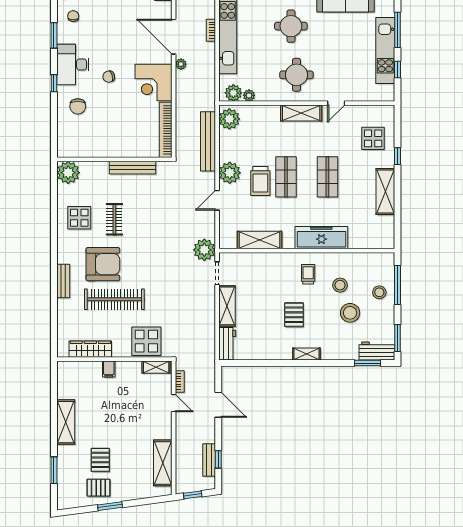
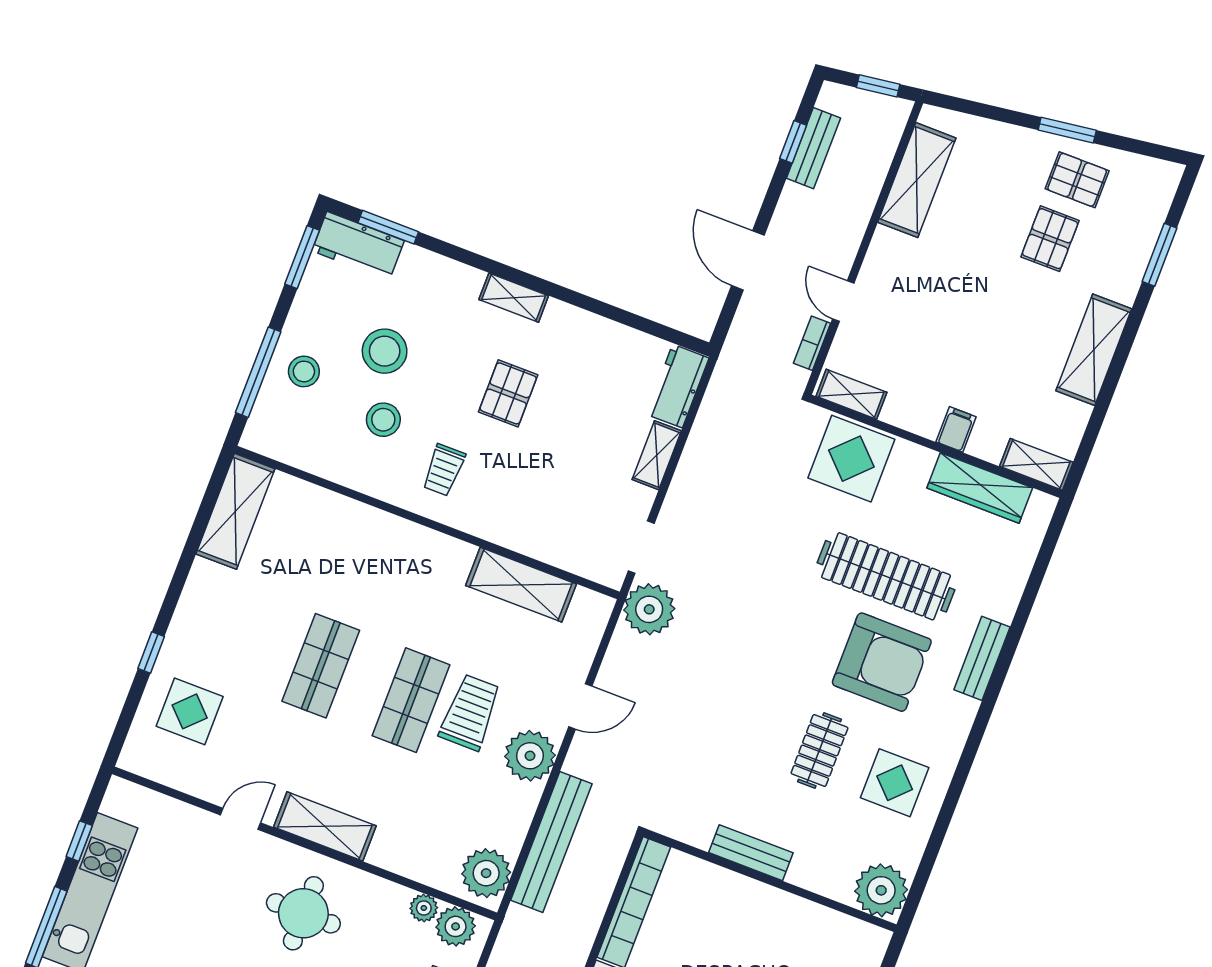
bench: (132, 168) -> (751, 853), width x0.73
shelving: (385, 192) -> (235, 511), moved
freezer: (321, 238) -> (384, 539), removed
armchair: (103, 264) -> (882, 662), turned 180
shelving: (227, 306) -> (657, 455), width x0.67, depth x0.75
shelving: (71, 367) -> (1036, 464), added

